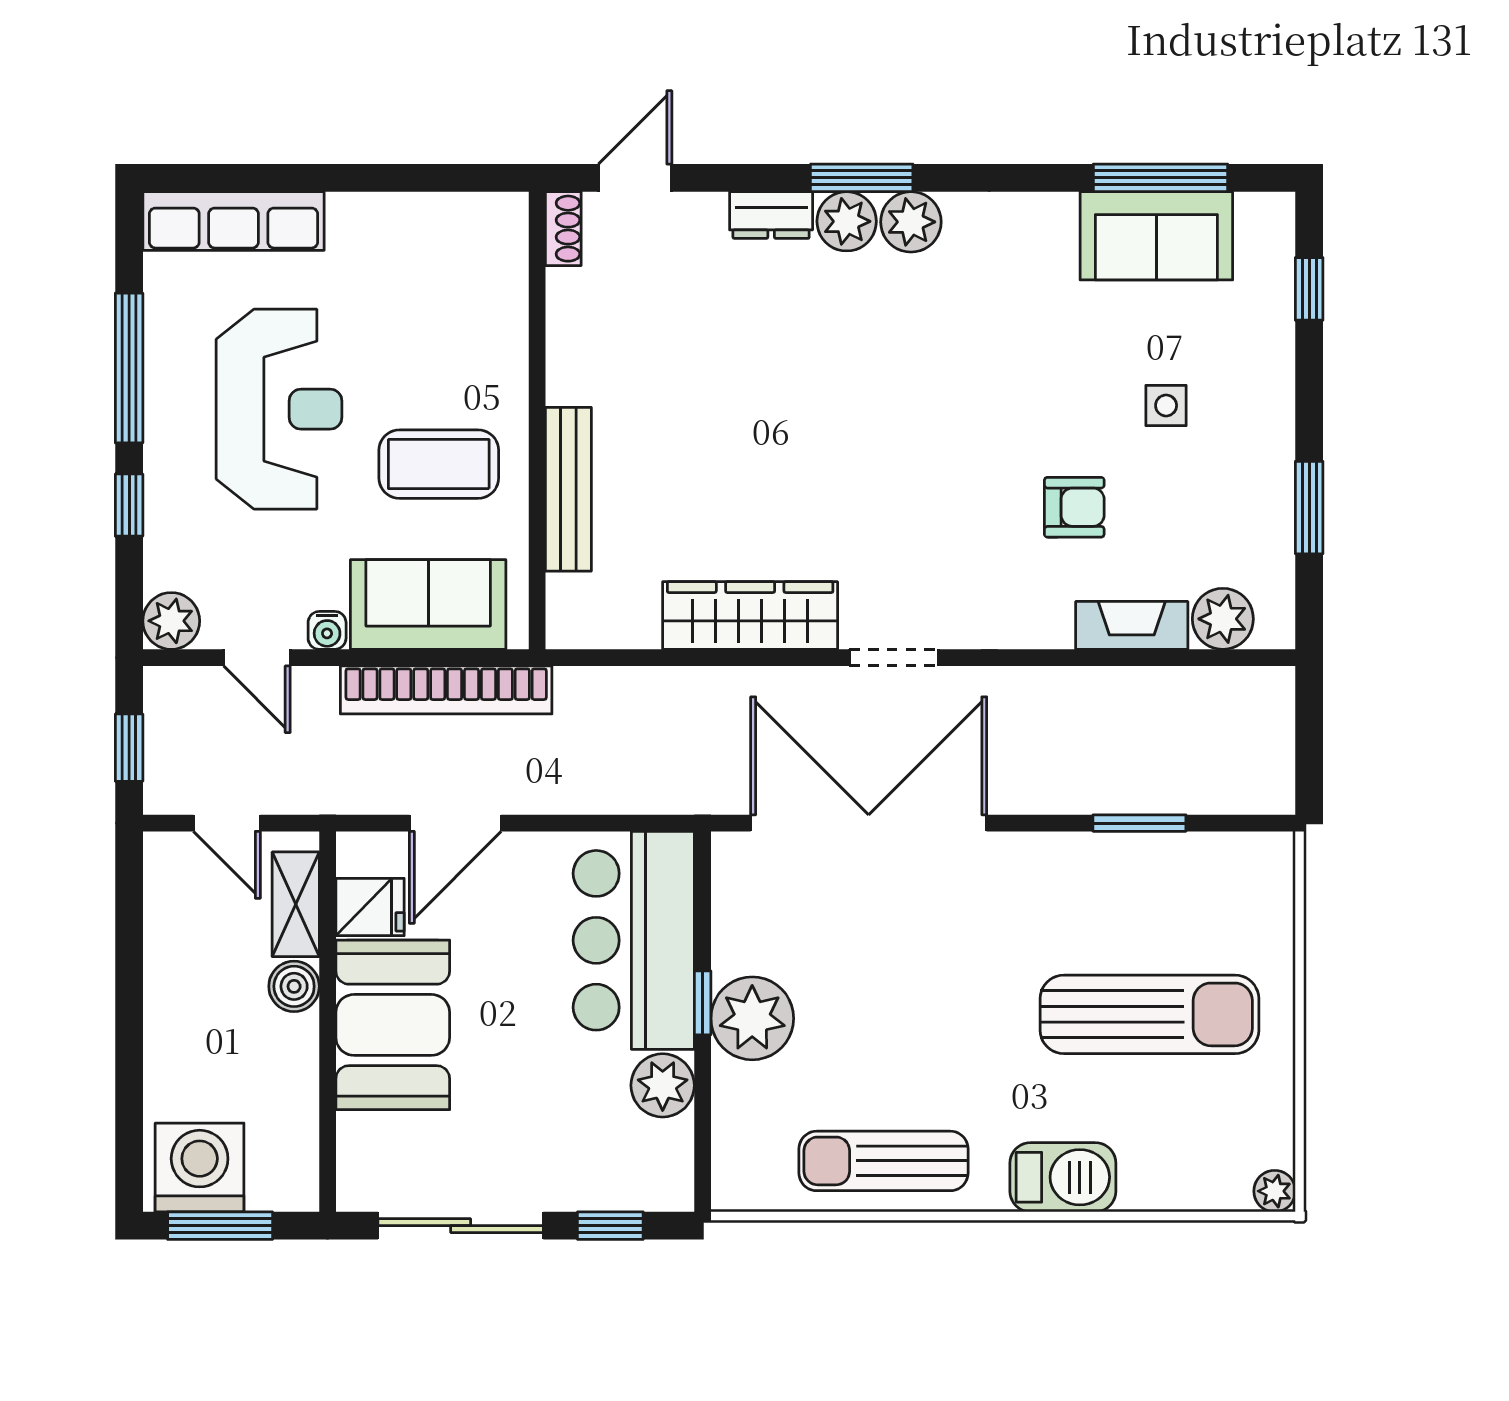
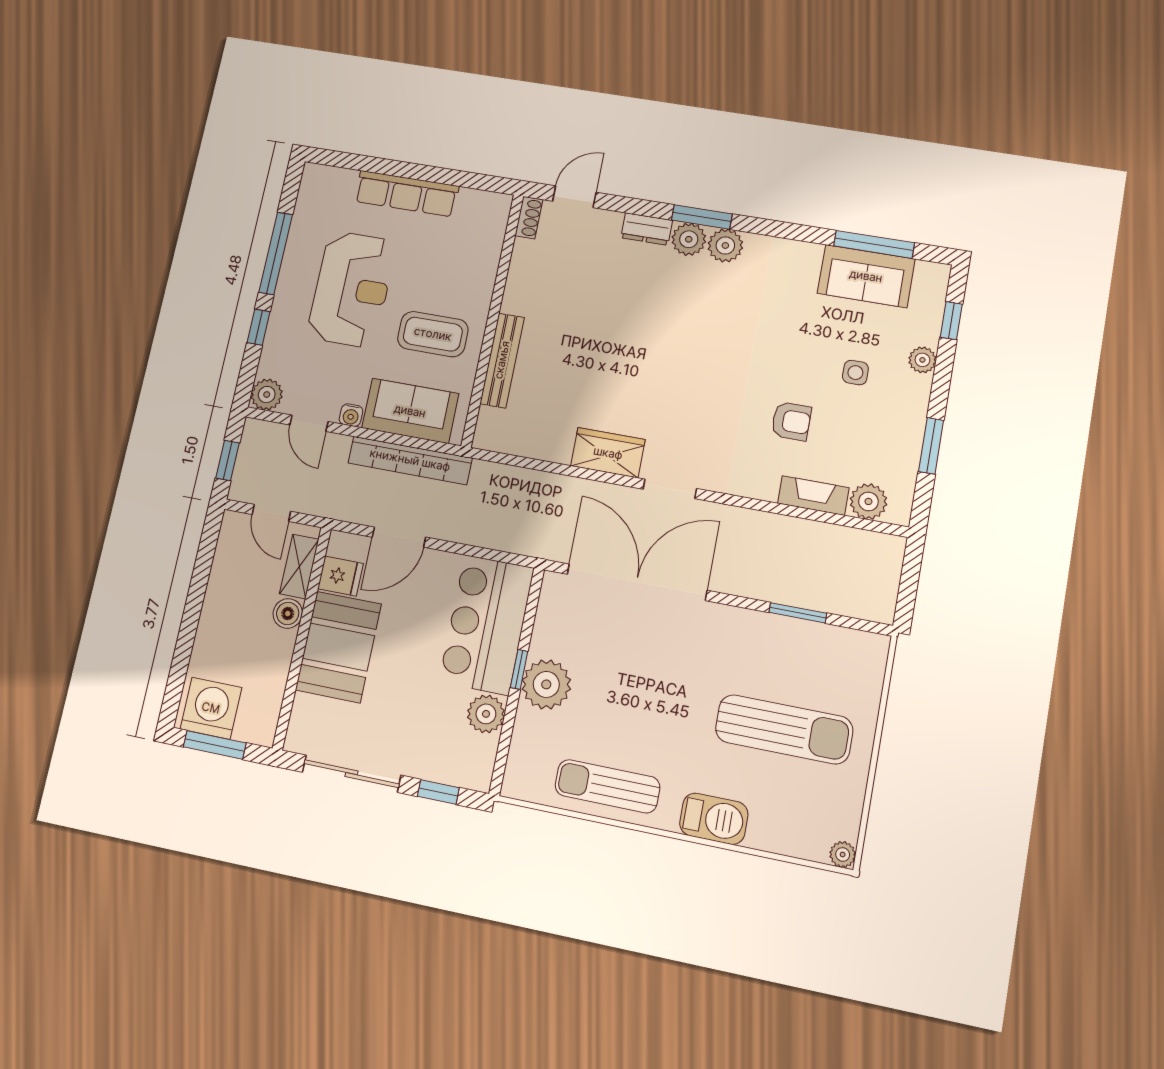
row of seats: (234, 221) -> (407, 194), moved
plant: (1272, 364) -> (922, 360), added
wardrobe: (750, 616) -> (608, 453), width x0.67

